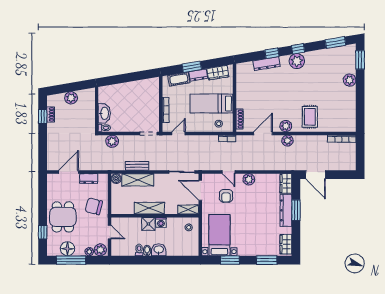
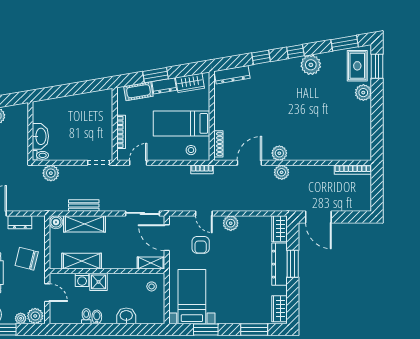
plant: (297, 61) -> (311, 65), moved
dresser: (267, 64) -> (232, 75), moved
rug: (310, 117) -> (357, 66), moved
shelving: (149, 208) -> (82, 261), moved
washing machine: (161, 222) -> (82, 280), moved
washbasin: (159, 250) -> (126, 316), moved

